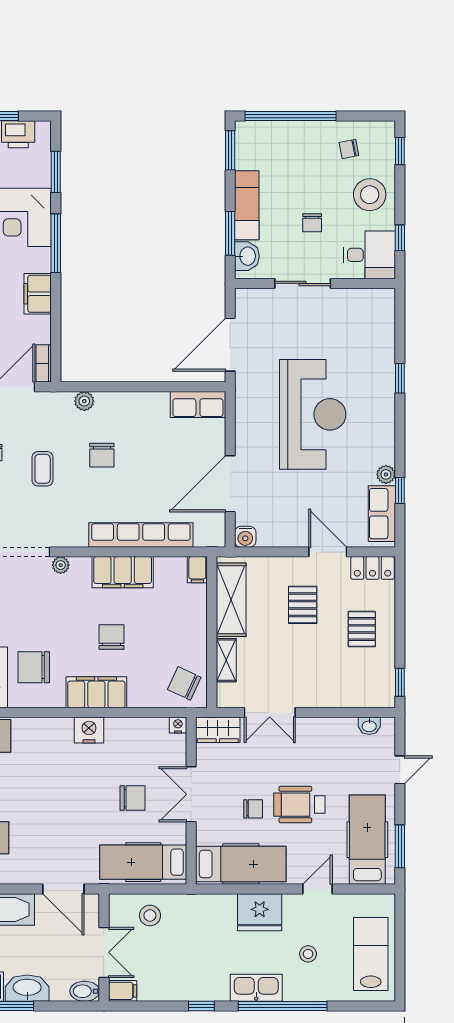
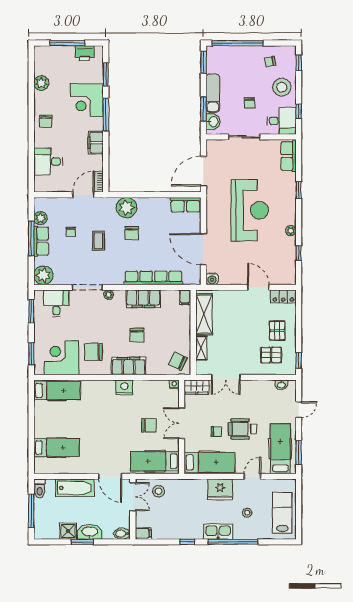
plant: (84, 401) -> (127, 208), width x1.87, depth x1.87
plant: (386, 474) -> (291, 231), moved
door: (230, 484) -> (203, 249), hinge flipped
row of seats: (382, 514) -> (289, 156), moved
pallet: (303, 605) -> (271, 355), moved, turned 90
chair: (111, 637) -> (137, 335), turned 180
double door: (104, 952) -> (133, 497), moved

